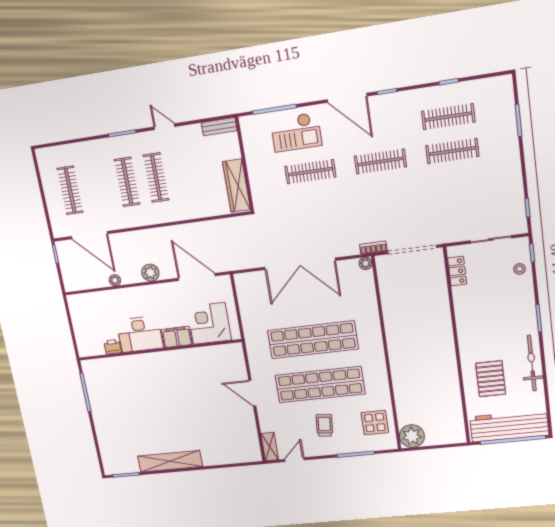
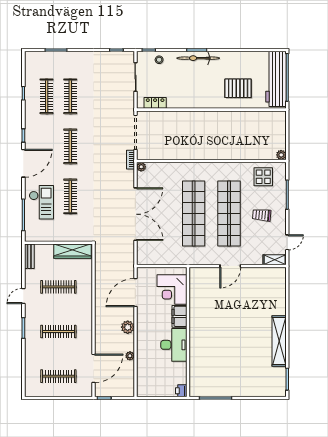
clothes rail: (156, 178) -> (58, 287), moved
printer: (113, 347) -> (181, 391), moved
bicycle: (532, 363) -> (198, 58), moved
plant: (412, 436) -> (281, 155), width x0.53, depth x0.53
door: (294, 460) -> (287, 242), swing flipped

